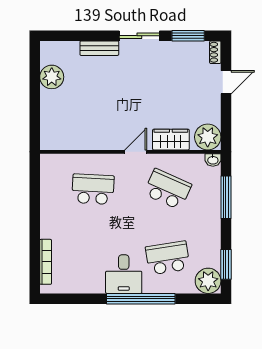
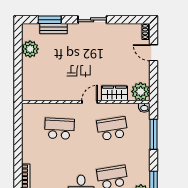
window: (188, 36) -> (50, 20), moved
bench: (99, 48) -> (54, 29), moved
door: (226, 82) -> (154, 53), swing flipped
school desk: (168, 189) -> (112, 129), turned -33

